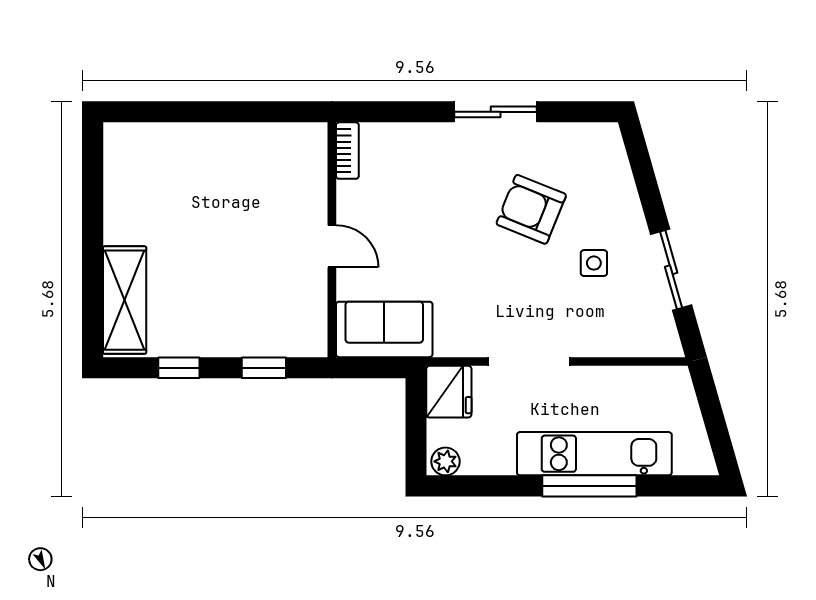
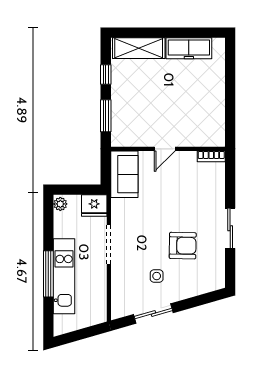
freezer: (125, 197) -> (189, 48), added
armchair: (531, 209) -> (183, 246), turned 69
window: (264, 368) -> (106, 116), width x1.50

